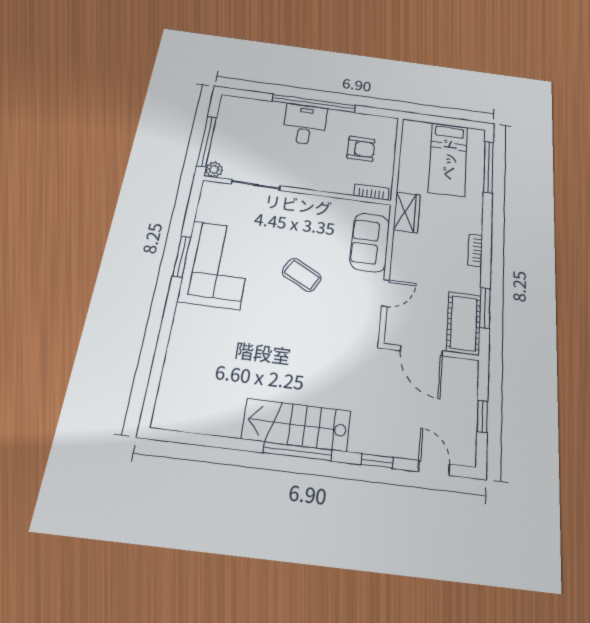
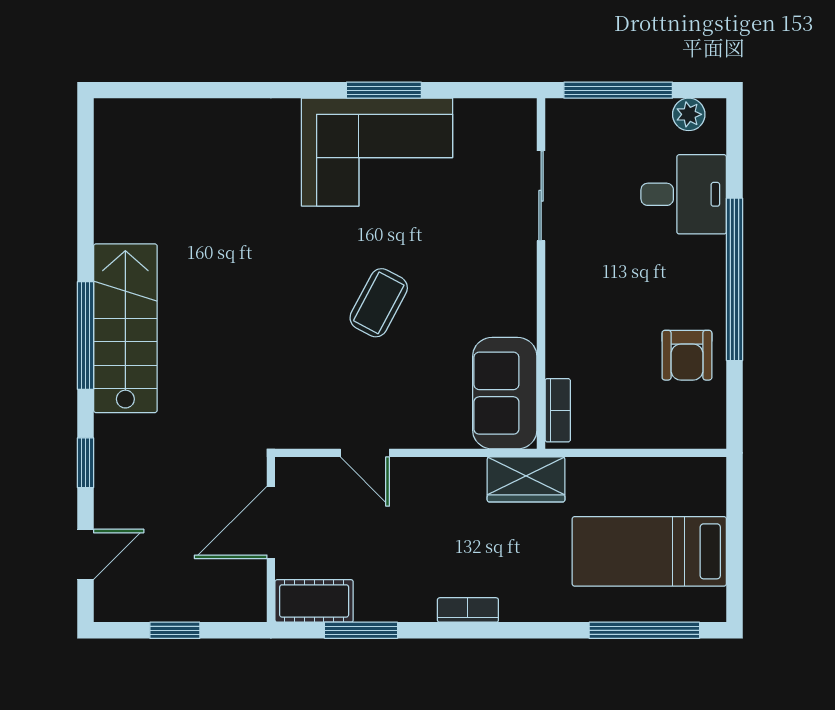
desk: (305, 125) -> (684, 194), moved
armchair: (361, 149) -> (687, 355), moved
plant: (214, 170) -> (689, 114), moved
sofa: (370, 242) -> (505, 393), moved, turned -90
cot: (464, 323) -> (314, 601), width x0.73, depth x0.75

